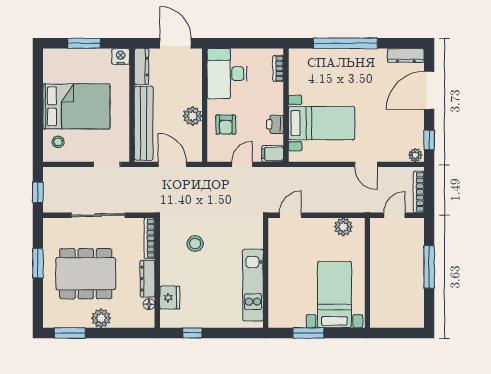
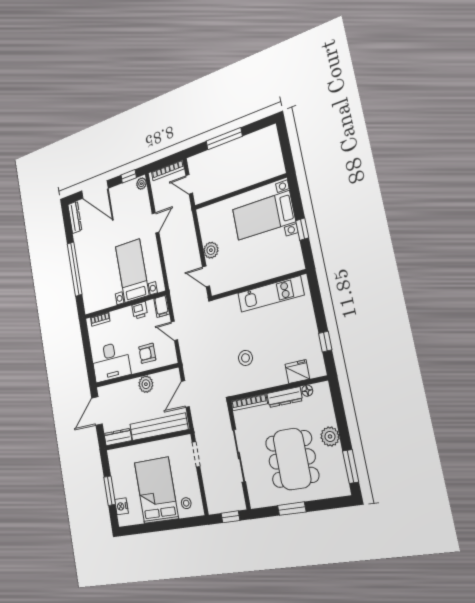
nightstand: (121, 56) -> (122, 506), moved
armchair: (226, 125) -> (147, 353), turned 180
plant: (343, 227) -> (211, 250), moved
window: (308, 333) -> (302, 229), width x0.67

